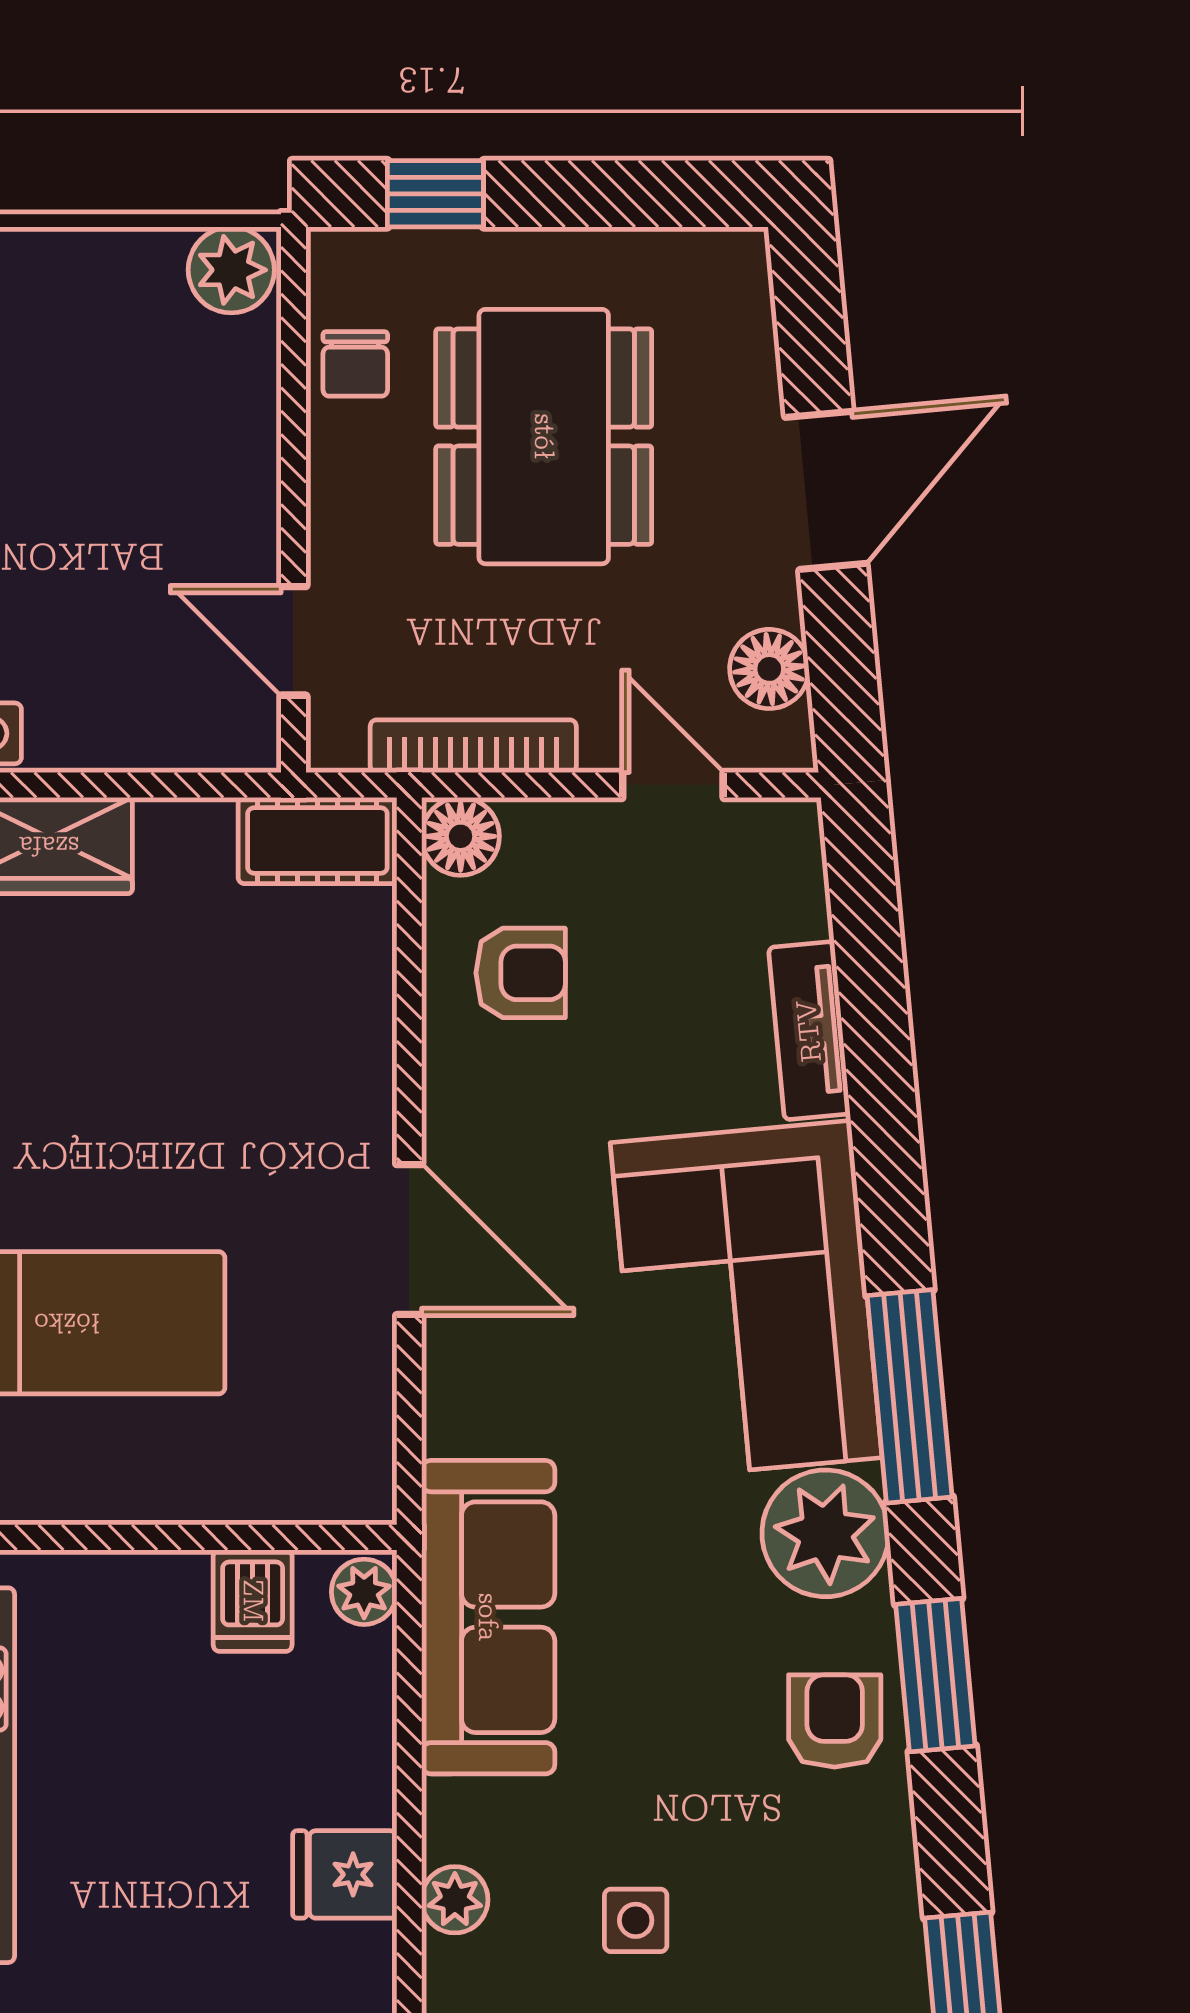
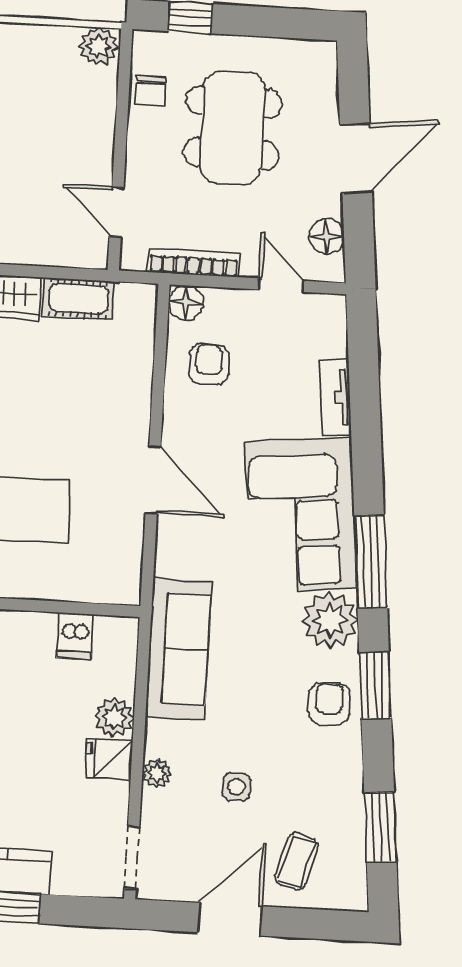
cot: (317, 841) -> (78, 299), moved
armchair: (521, 973) -> (209, 365), turned -90
plant: (364, 1592) -> (114, 717), moved, width x1.38, depth x1.38

